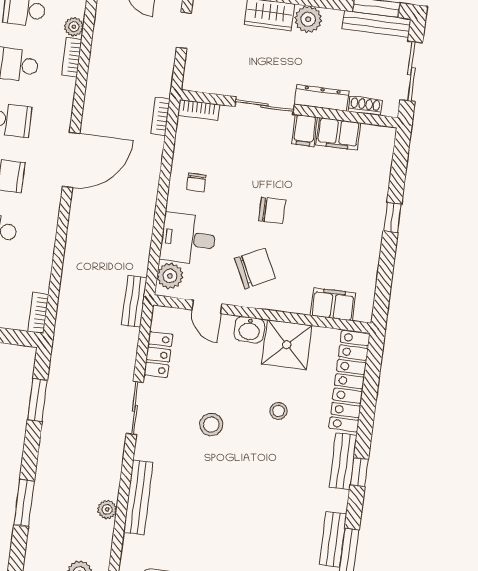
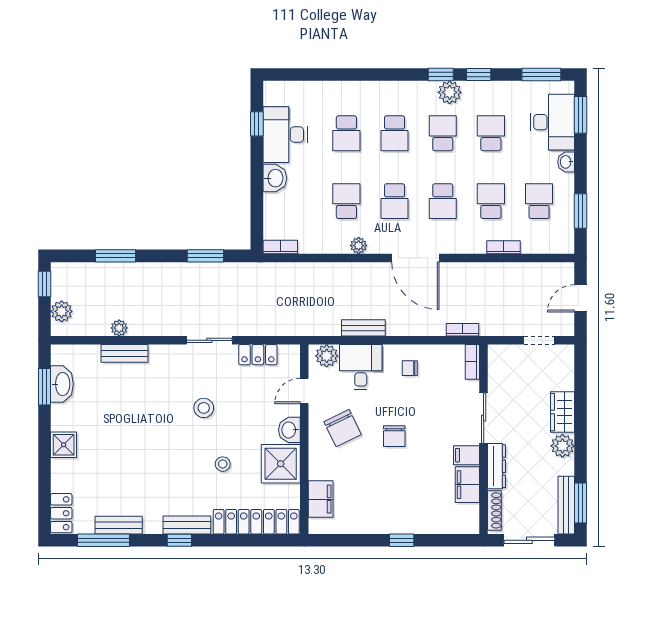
plant: (74, 27) -> (359, 246), moved
shoe rack: (365, 106) -> (494, 510), width x1.43
bench: (134, 301) -> (363, 328), moved
bench: (138, 497) -> (124, 353), width x0.73

